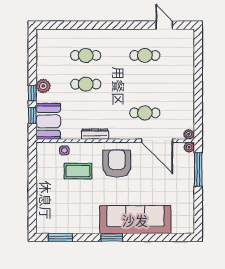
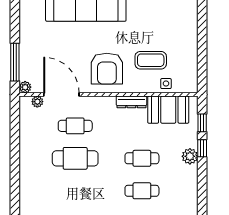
cafe table: (145, 55) -> (75, 158), moved, width x1.37, depth x1.35
booth: (48, 121) -> (168, 110), moved, turned 90
plant: (189, 134) -> (37, 102), moved

